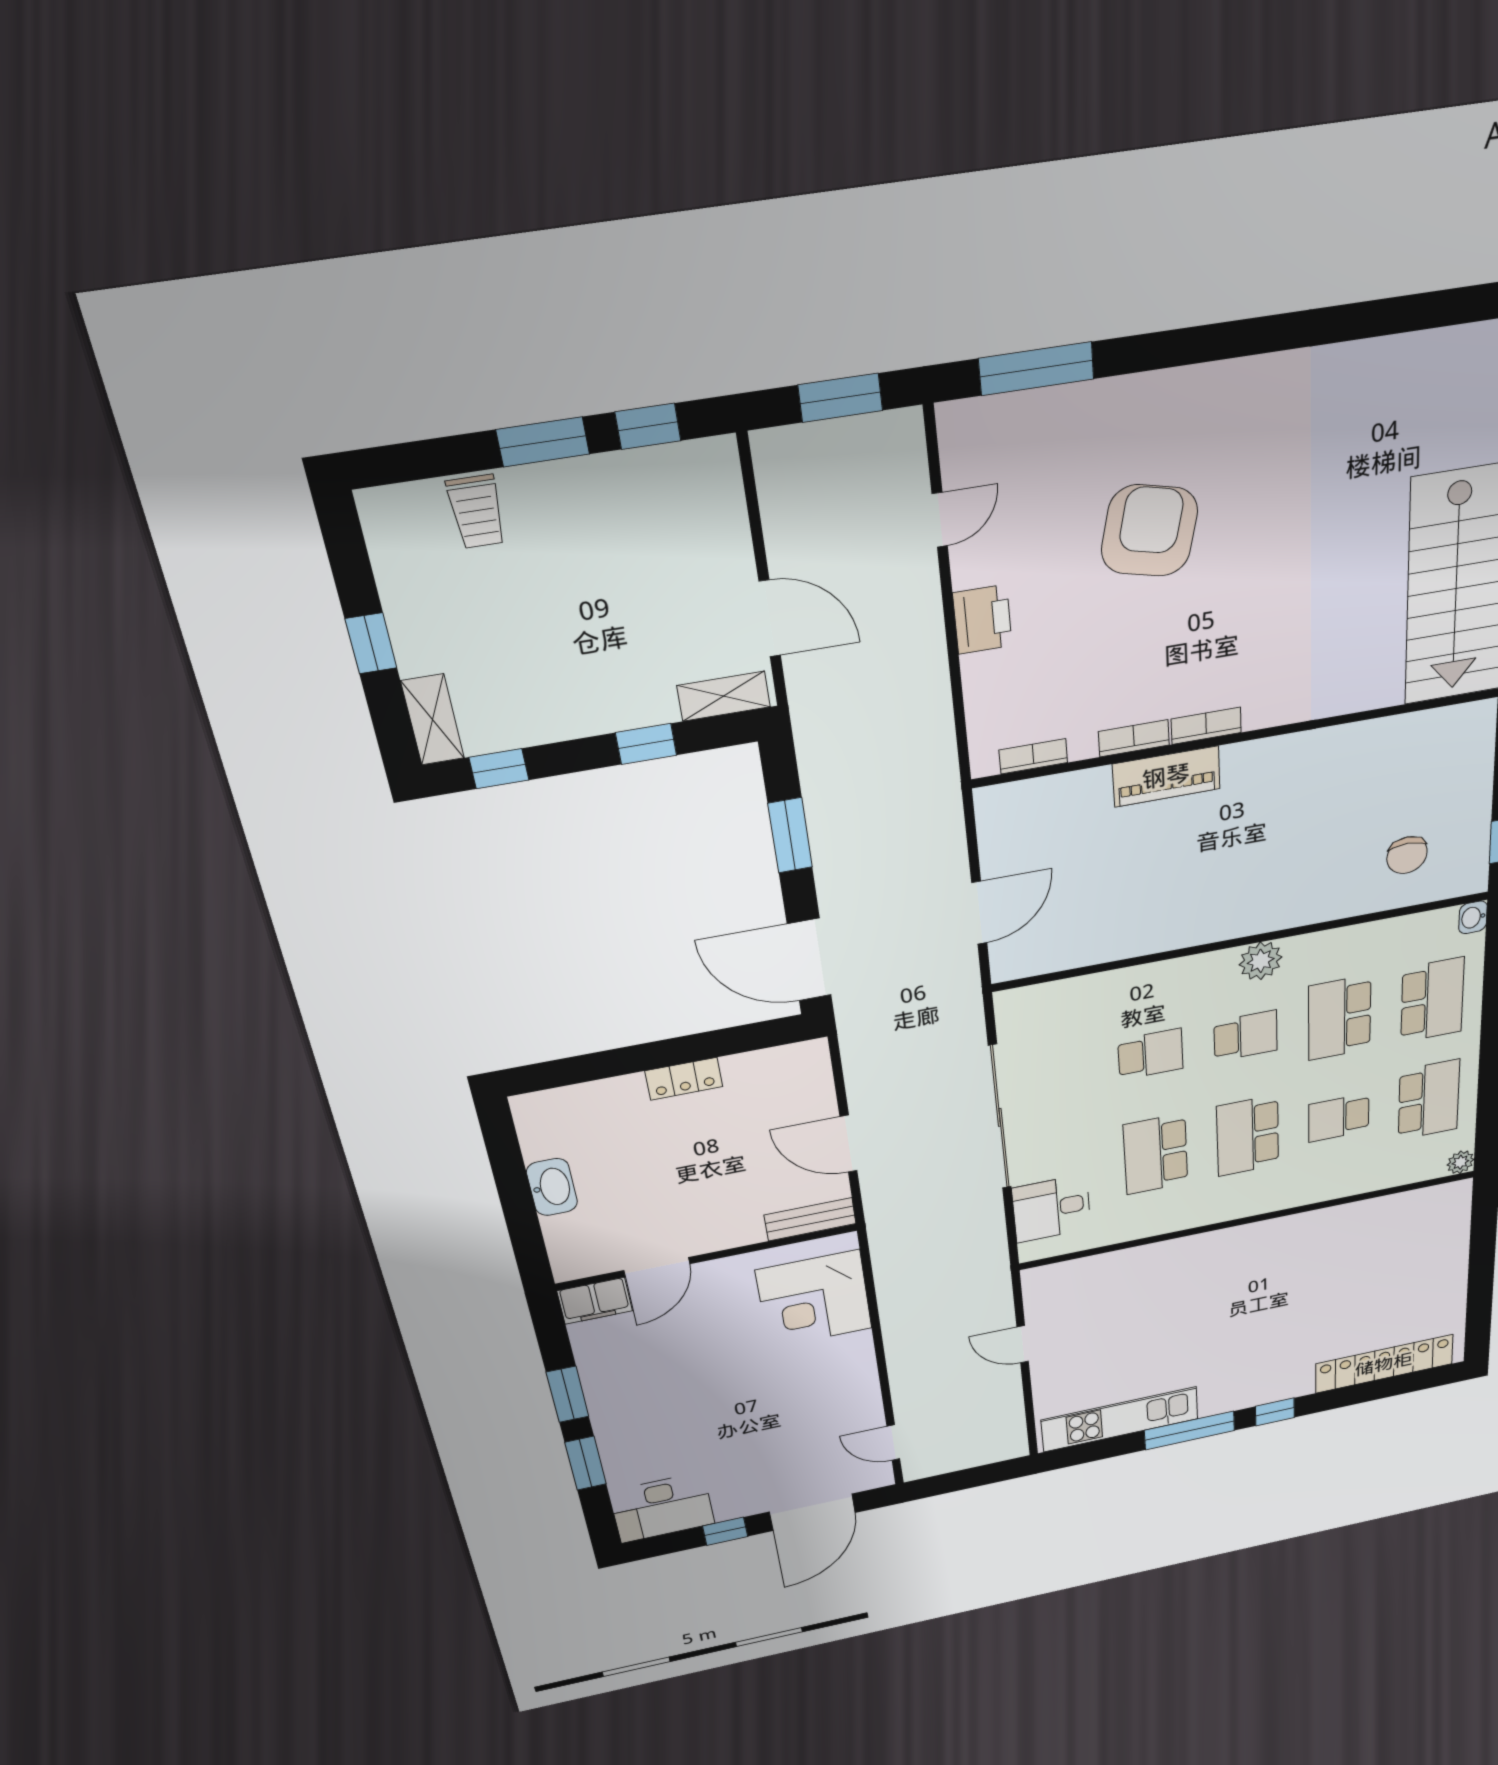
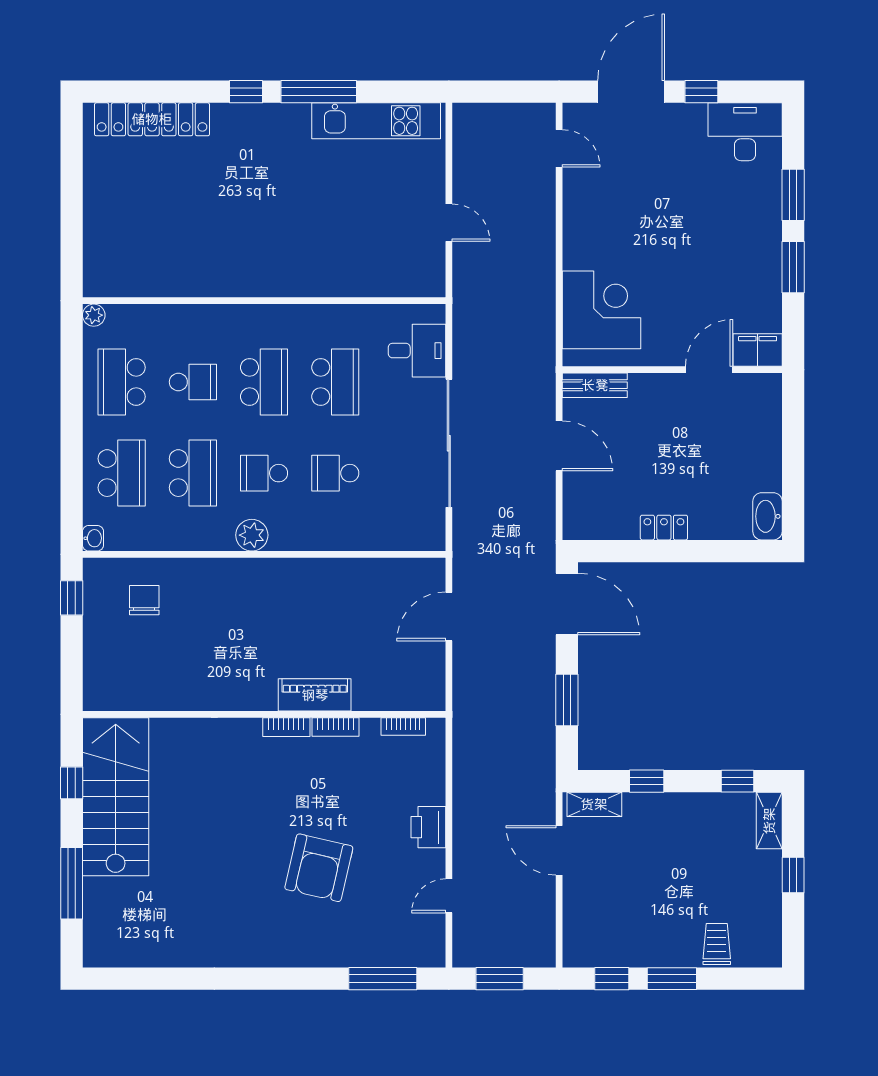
school desk: (1432, 1000) -> (122, 473), turned 180
washbasin: (552, 1187) -> (767, 516), moved

